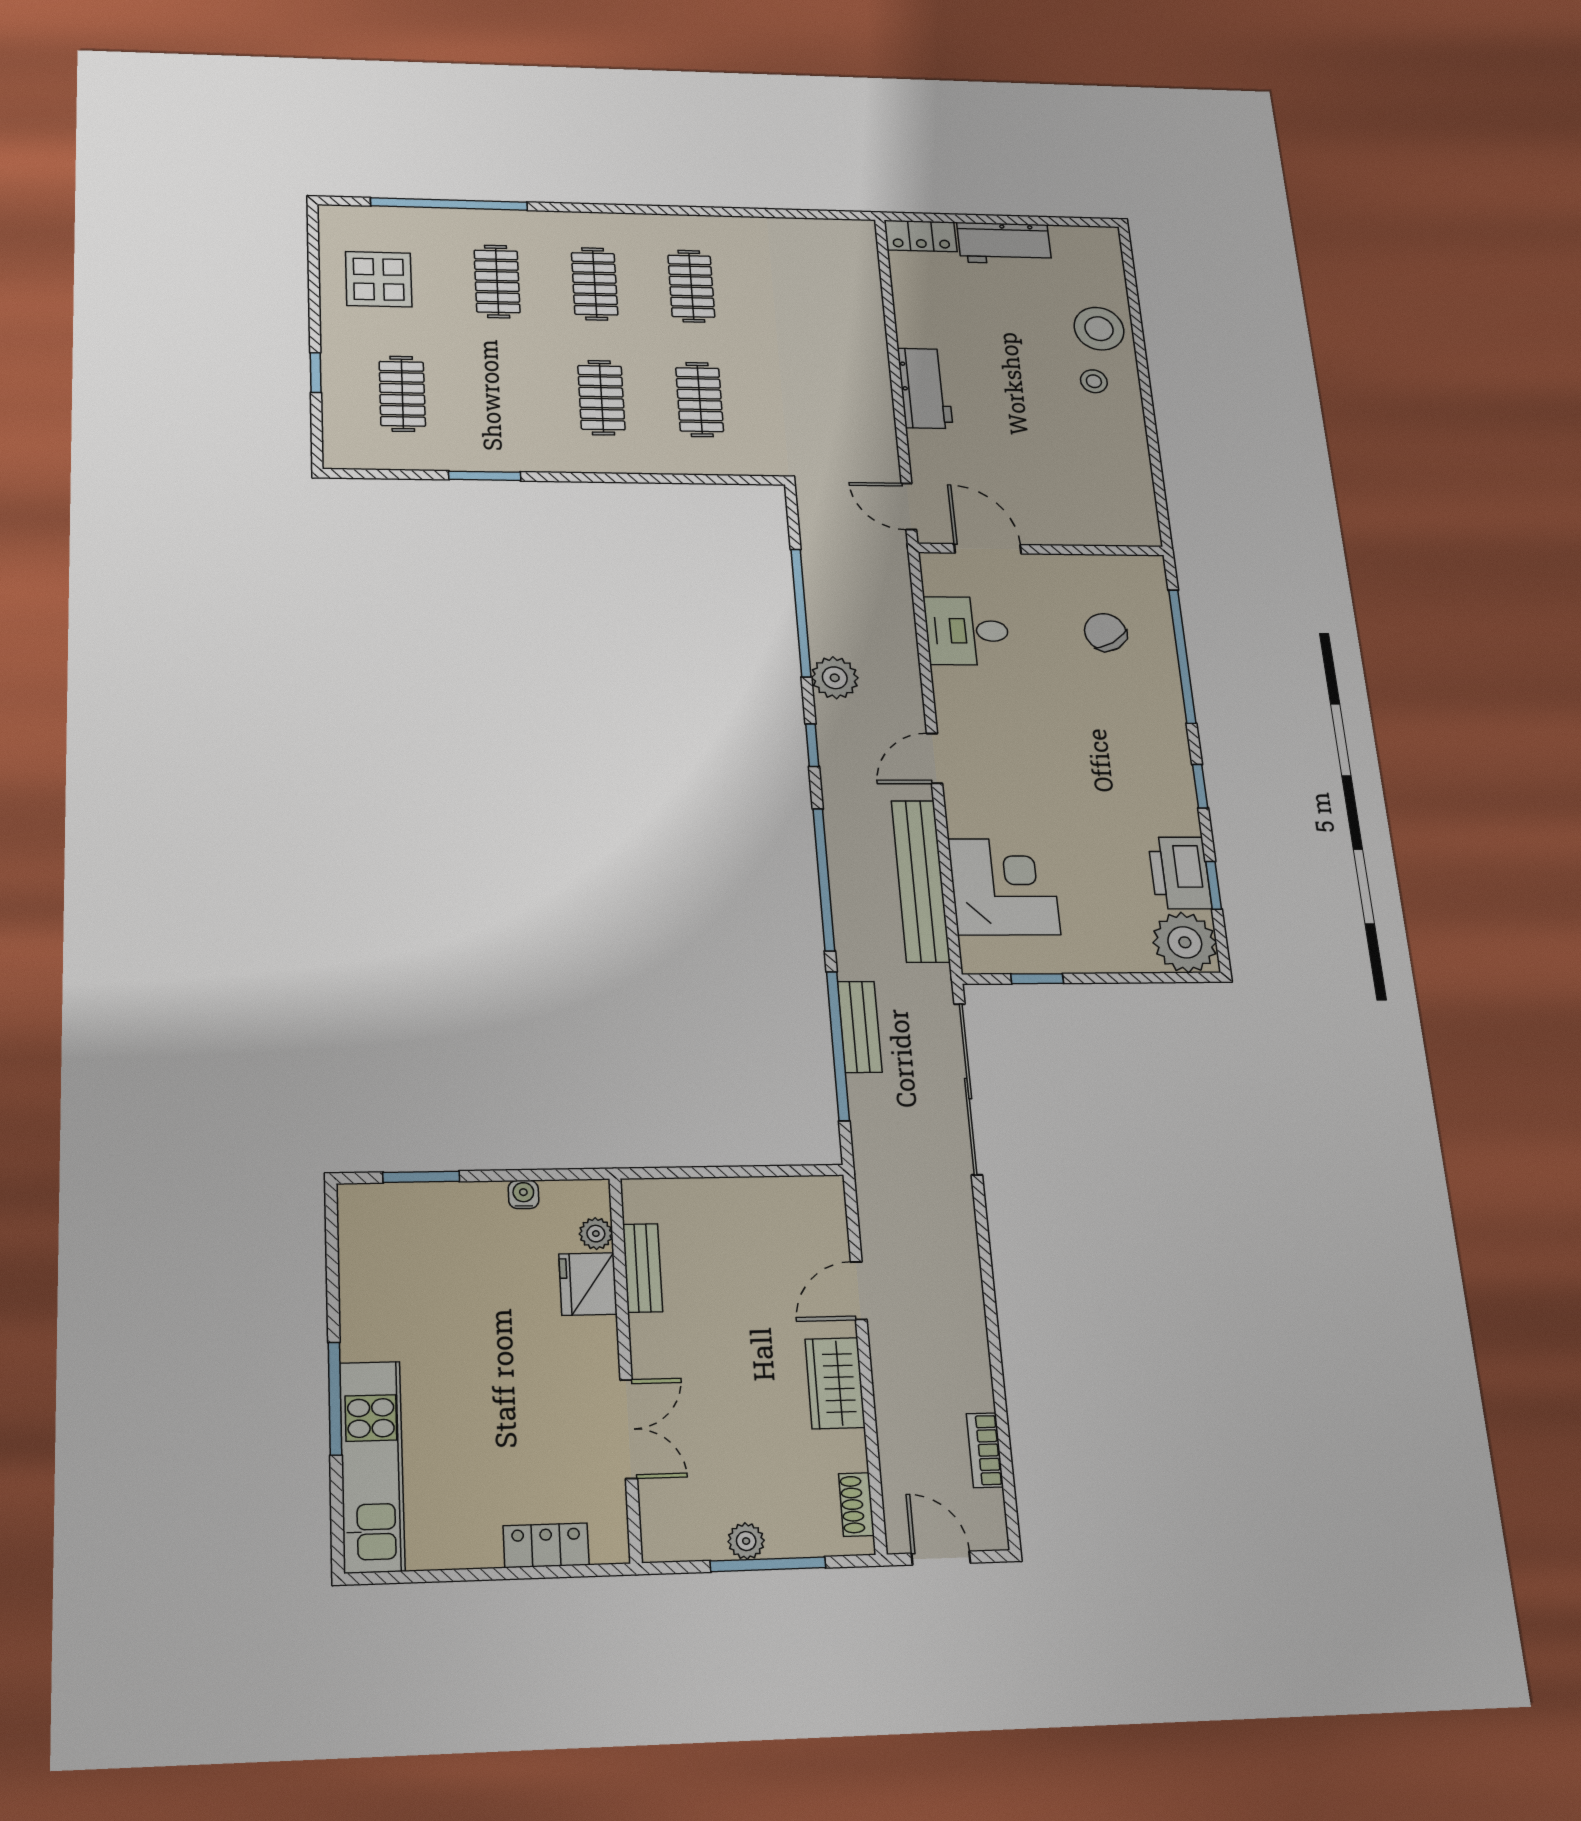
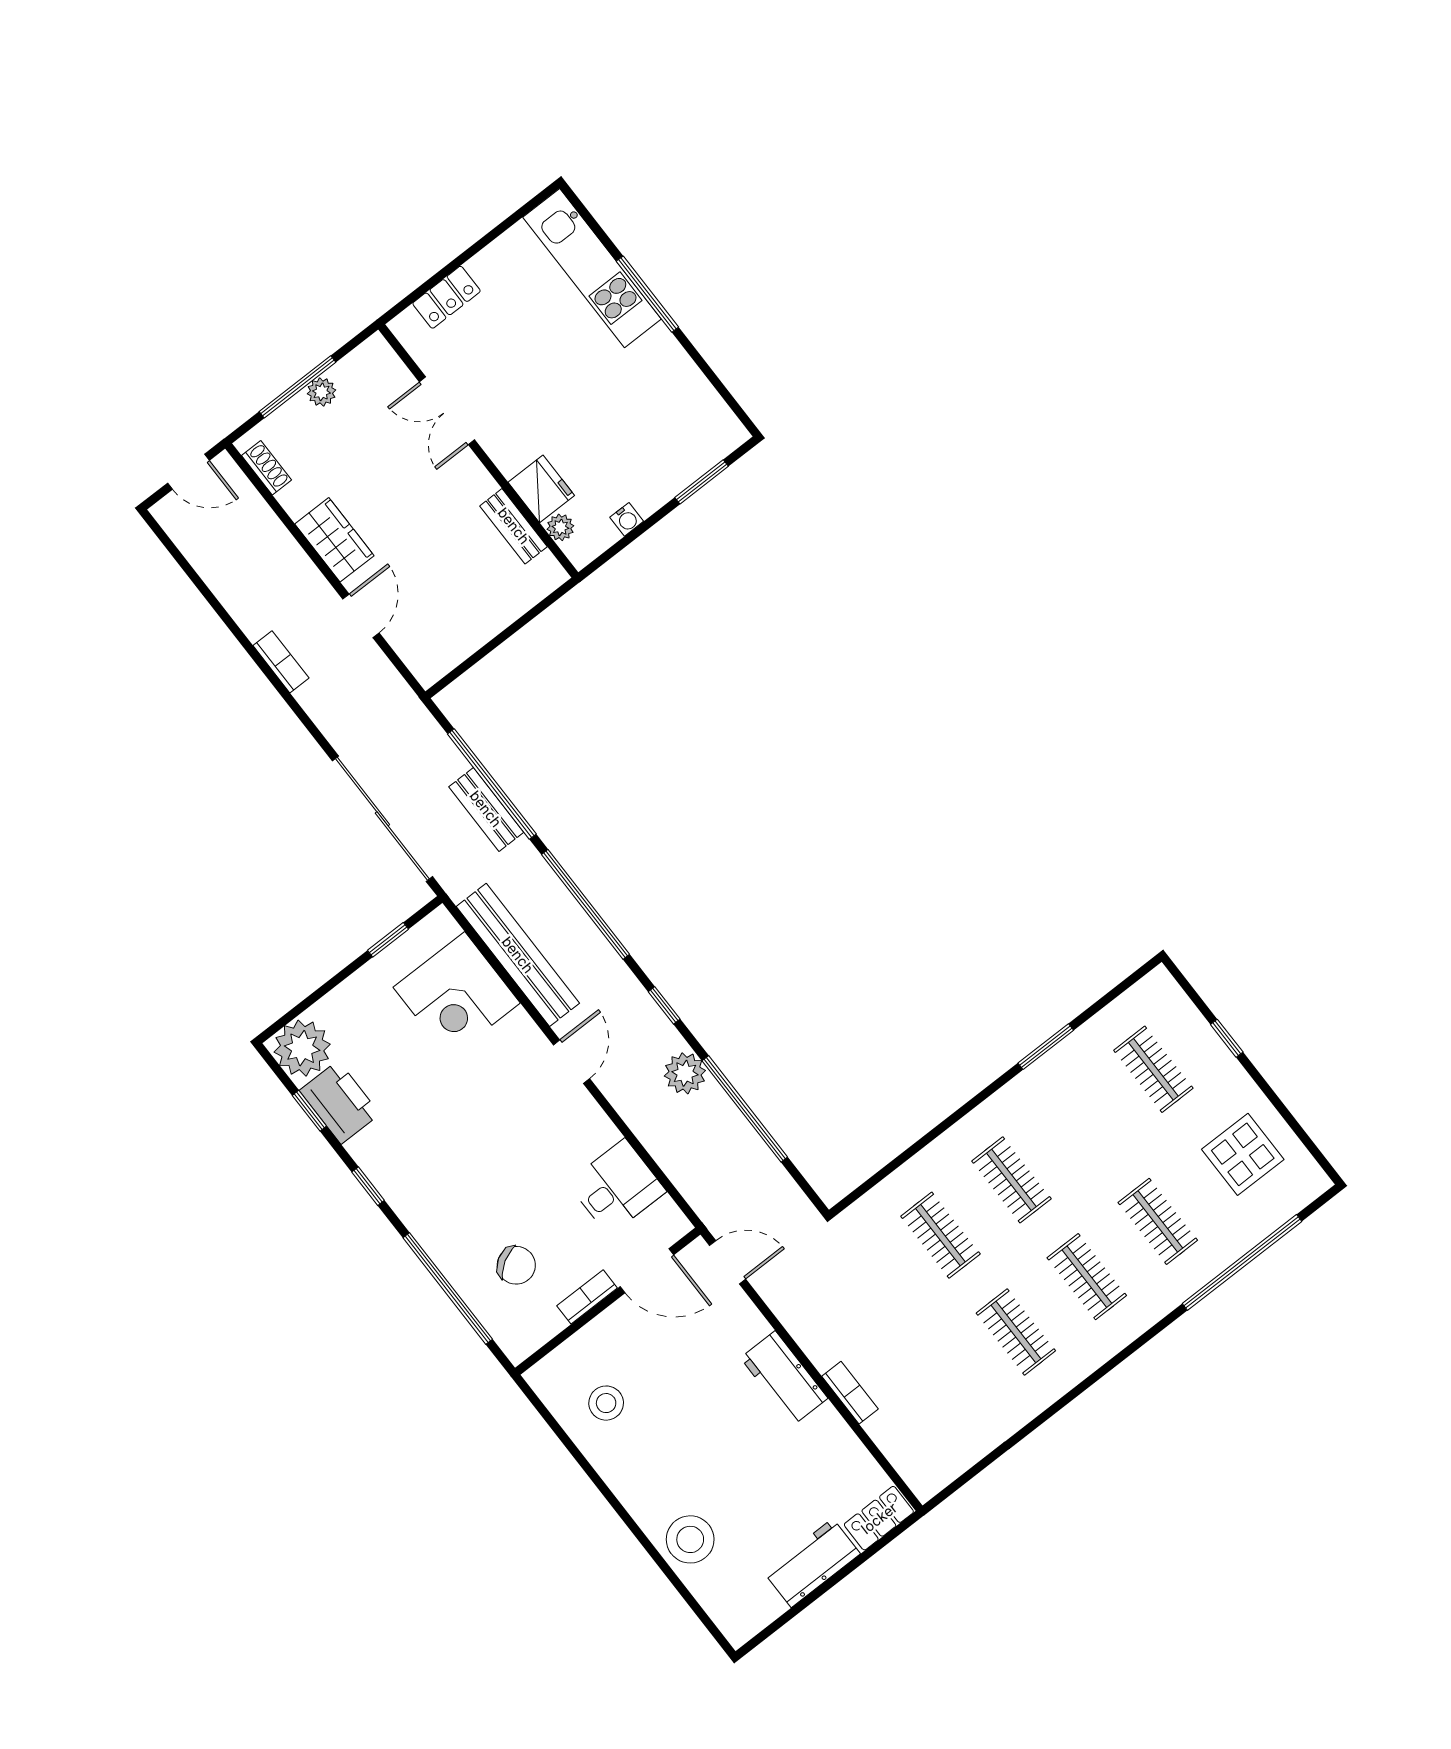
bookcase: (874, 340) -> (850, 1393), added
stool: (1094, 381) -> (606, 1403), moved, width x1.37, depth x1.37
bookcase: (1058, 565) -> (587, 1297), added
bookcase: (985, 1450) -> (281, 662), moved

